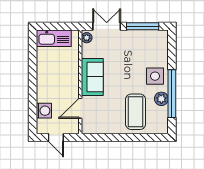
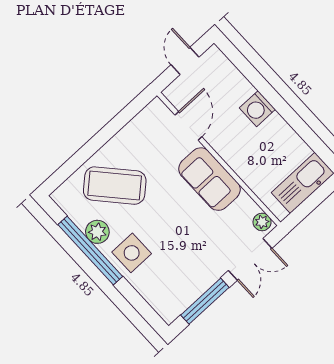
washing machine: (44, 111) -> (257, 109), moved
coffee table: (136, 112) -> (115, 186), turned -42
door: (56, 137) -> (185, 61), hinge flipped

